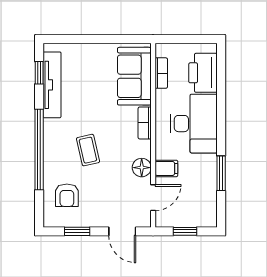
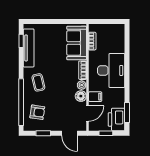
printer: (203, 73) -> (117, 119), moved
window: (39, 149) -> (21, 102), moved
plant: (143, 149) -> (82, 85), added
coffee table: (88, 150) -> (38, 82), moved
window: (221, 173) -> (127, 113), moved
armchair: (67, 195) -> (37, 112), turned -82

